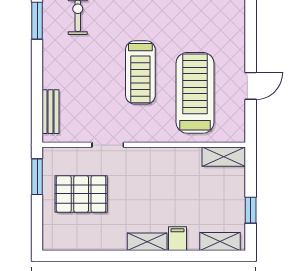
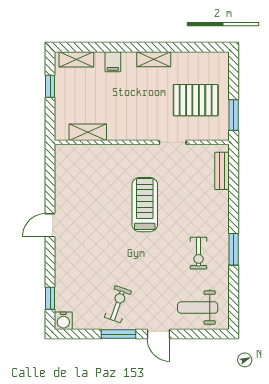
door: (251, 86) -> (50, 225), moved
treadmill: (195, 93) -> (98, 187), removed
shelving: (224, 157) -> (88, 132), moved
shelving: (147, 242) -> (154, 59), moved

